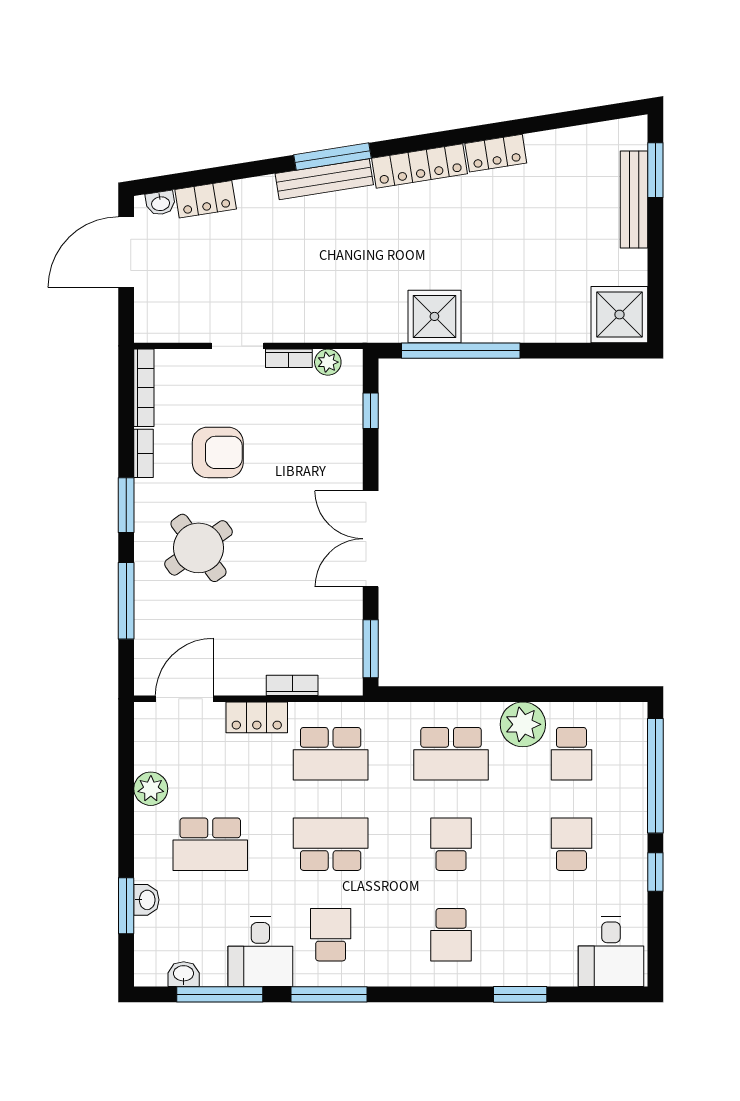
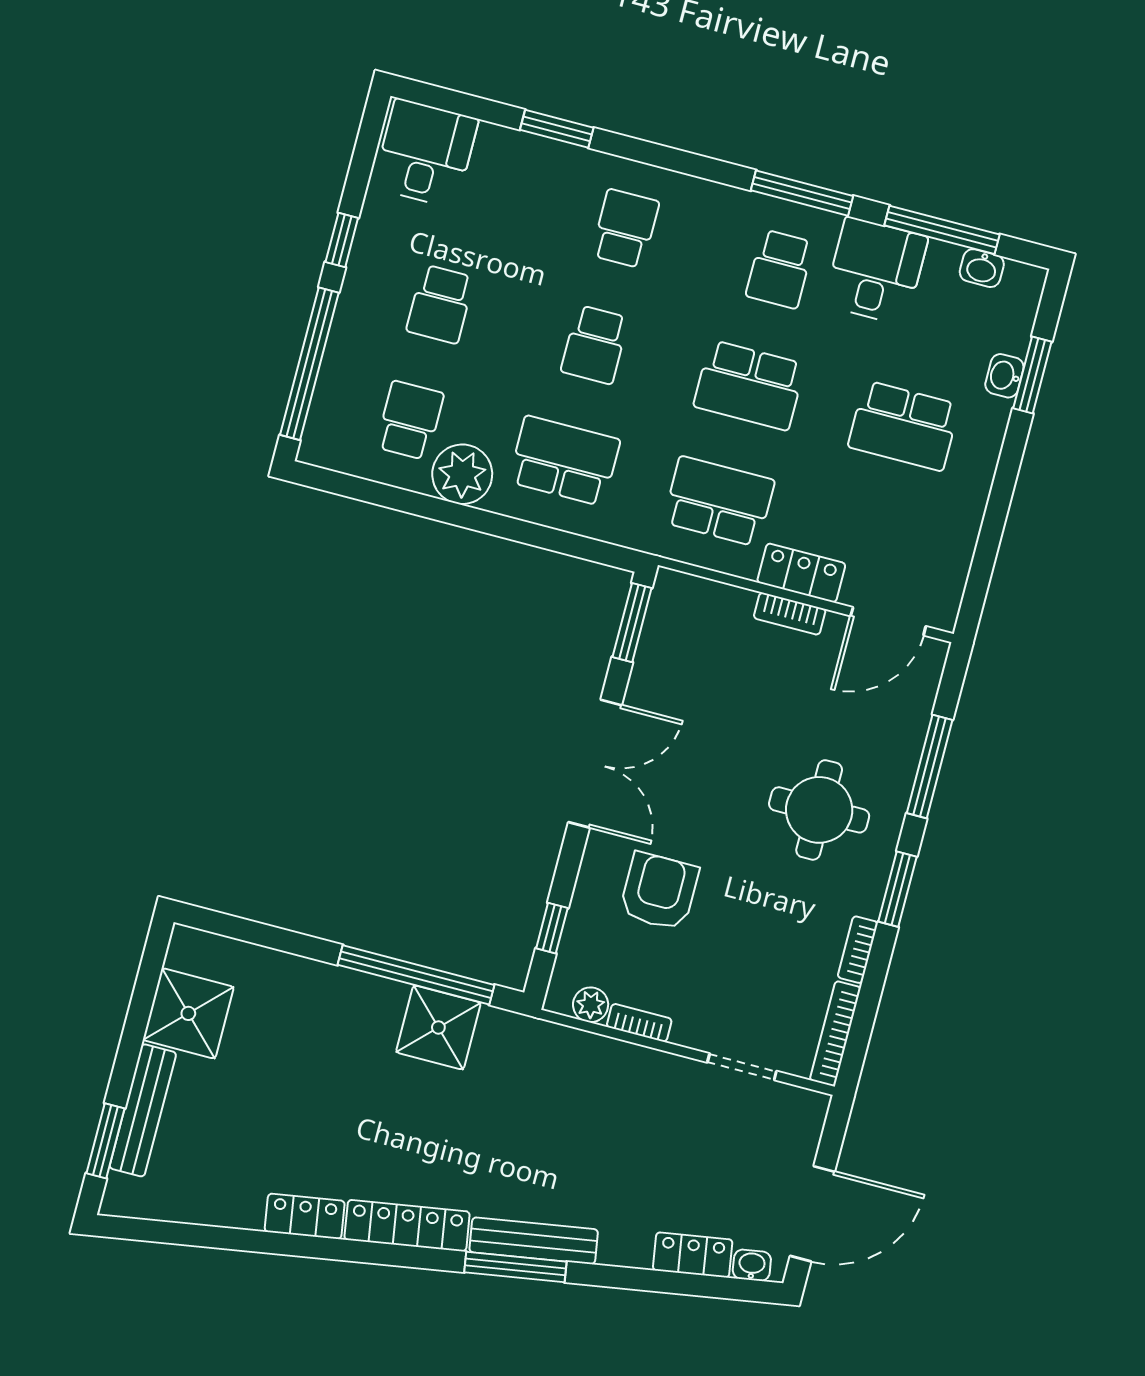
shower: (619, 315) -> (188, 1013), moved
doorway: (237, 346) -> (742, 1067), moved
armchair: (218, 452) -> (659, 891), moved, turned 90
round table: (198, 548) -> (819, 810), turned 36
bookcase: (292, 685) -> (790, 614), moved
plant: (151, 789) -> (961, 517), removed
school desk: (210, 844) -> (904, 426), turned 180

